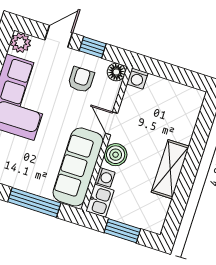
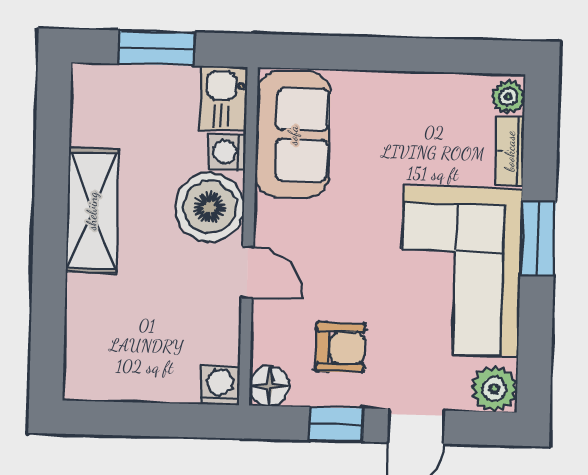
armchair: (81, 80) -> (340, 347), turned -90
boiler: (116, 155) -> (210, 207), width x1.37, depth x1.37
sofa: (78, 167) -> (293, 135), width x0.73
window: (34, 202) -> (364, 53), removed

